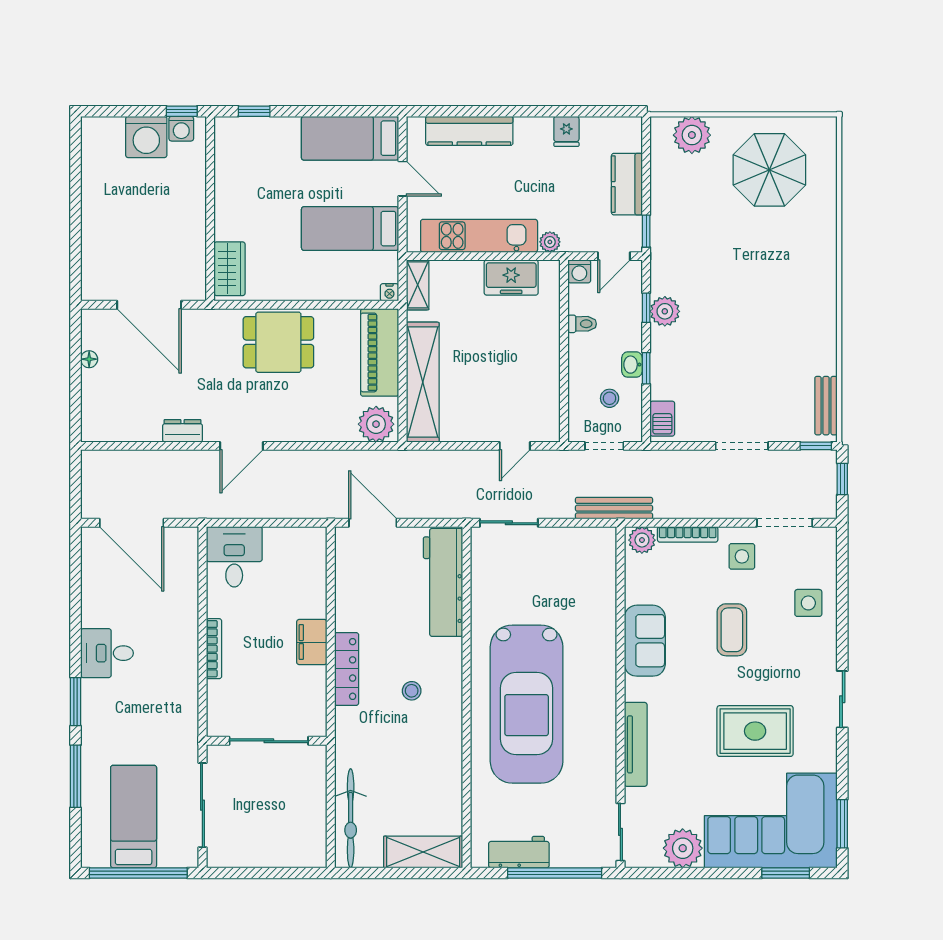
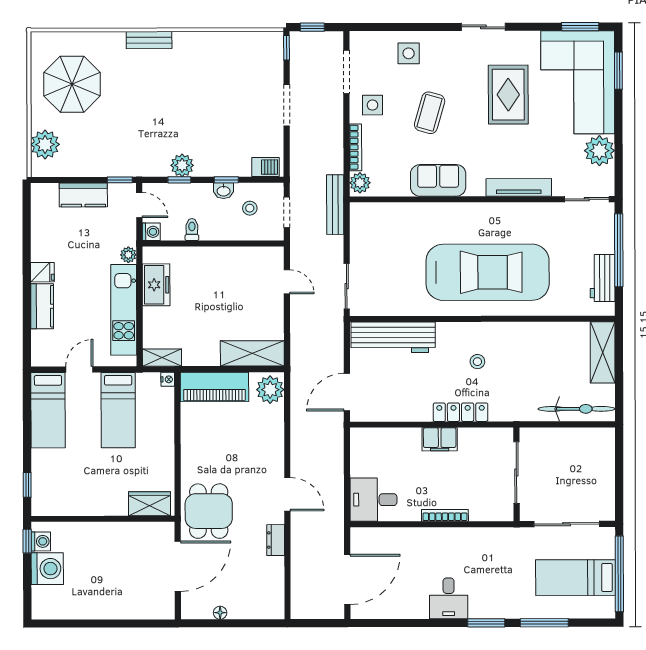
kitchen counter: (469, 131) -> (42, 306), width x0.67
fridge: (566, 131) -> (42, 272), moved
dining table: (278, 342) -> (209, 511), moved
shelving: (423, 382) -> (252, 353), width x0.68
bench: (826, 406) -> (149, 40), moved
coffee table: (732, 630) -> (430, 113), turned -74

